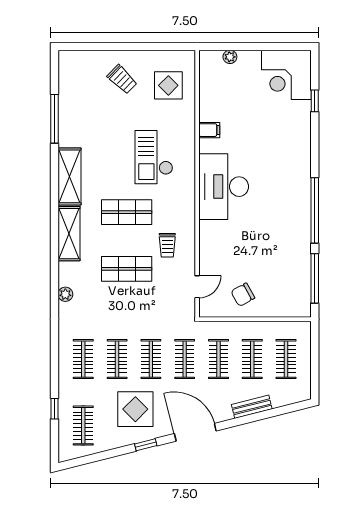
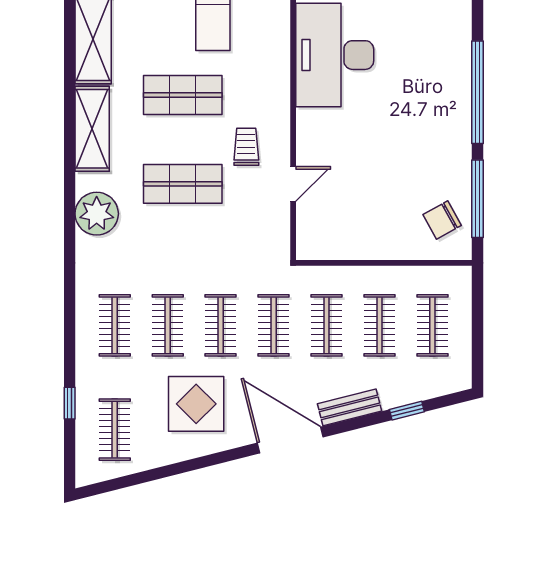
trolley: (167, 245) -> (246, 147), turned 180
door: (197, 287) -> (293, 184), moved
plant: (65, 294) -> (97, 214), width x1.88, depth x1.88
chair: (243, 295) -> (442, 220), moved
bench: (252, 407) -> (350, 407), moved
window: (146, 445) -> (407, 411), moved

